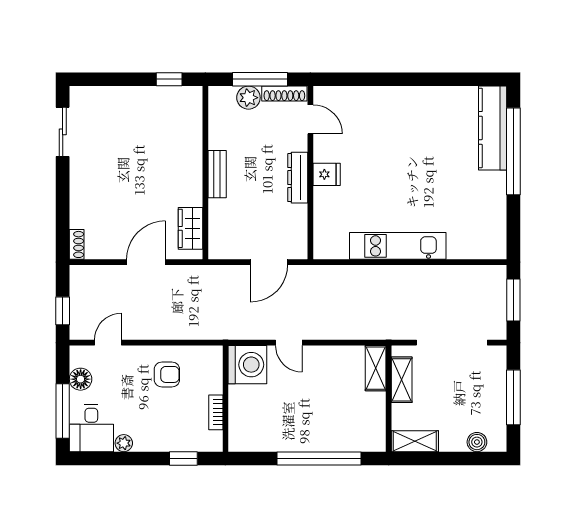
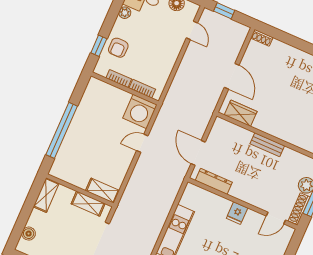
dresser: (298, 178) -> (214, 181), moved
armchair: (167, 374) -> (118, 48), moved
bookcase: (215, 375) -> (142, 89), added

